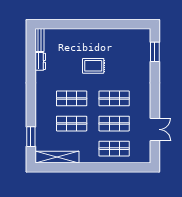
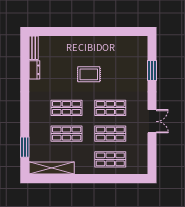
window: (155, 52) -> (152, 70), moved
double door: (155, 129) -> (152, 121), moved

